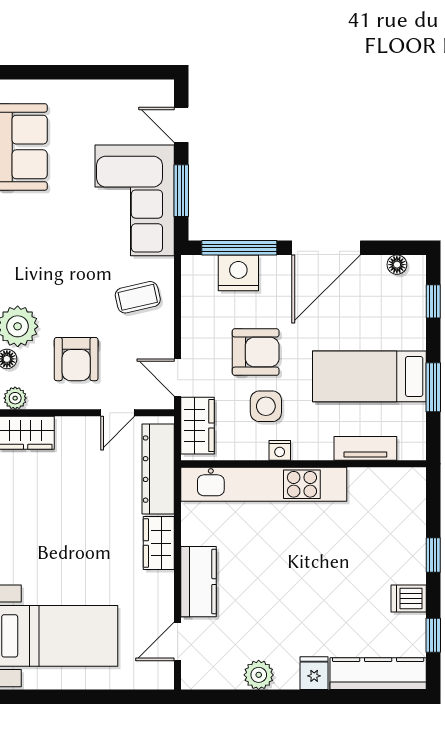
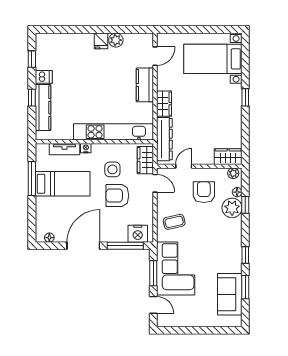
nightstand: (238, 273) -> (138, 234), moved
window: (433, 301) -> (32, 220), removed
window: (433, 387) -> (32, 179), width x1.44
nightstand: (280, 450) -> (86, 148), moved
fridge: (314, 673) -> (101, 41), moved
kitchen counter: (378, 674) -> (43, 108), moved, turned -90

